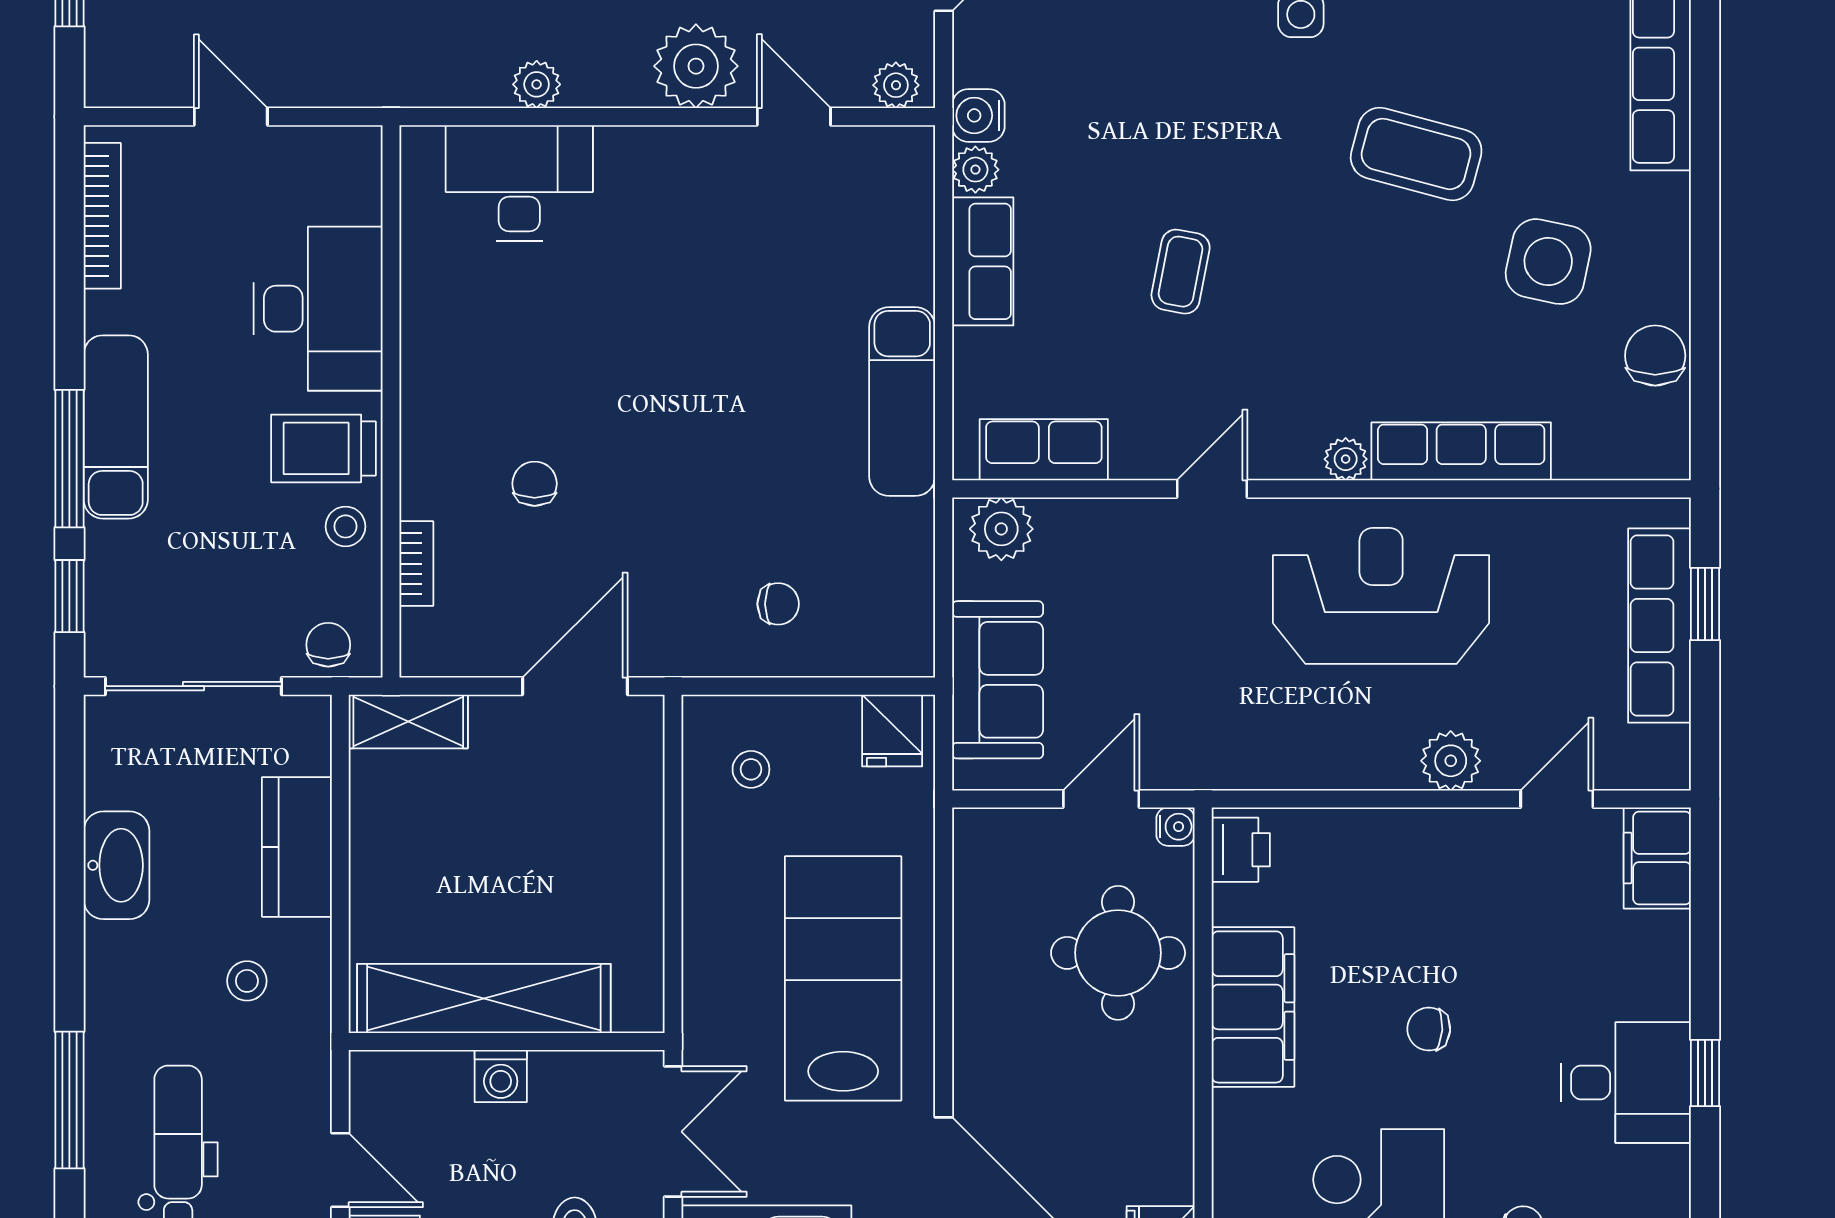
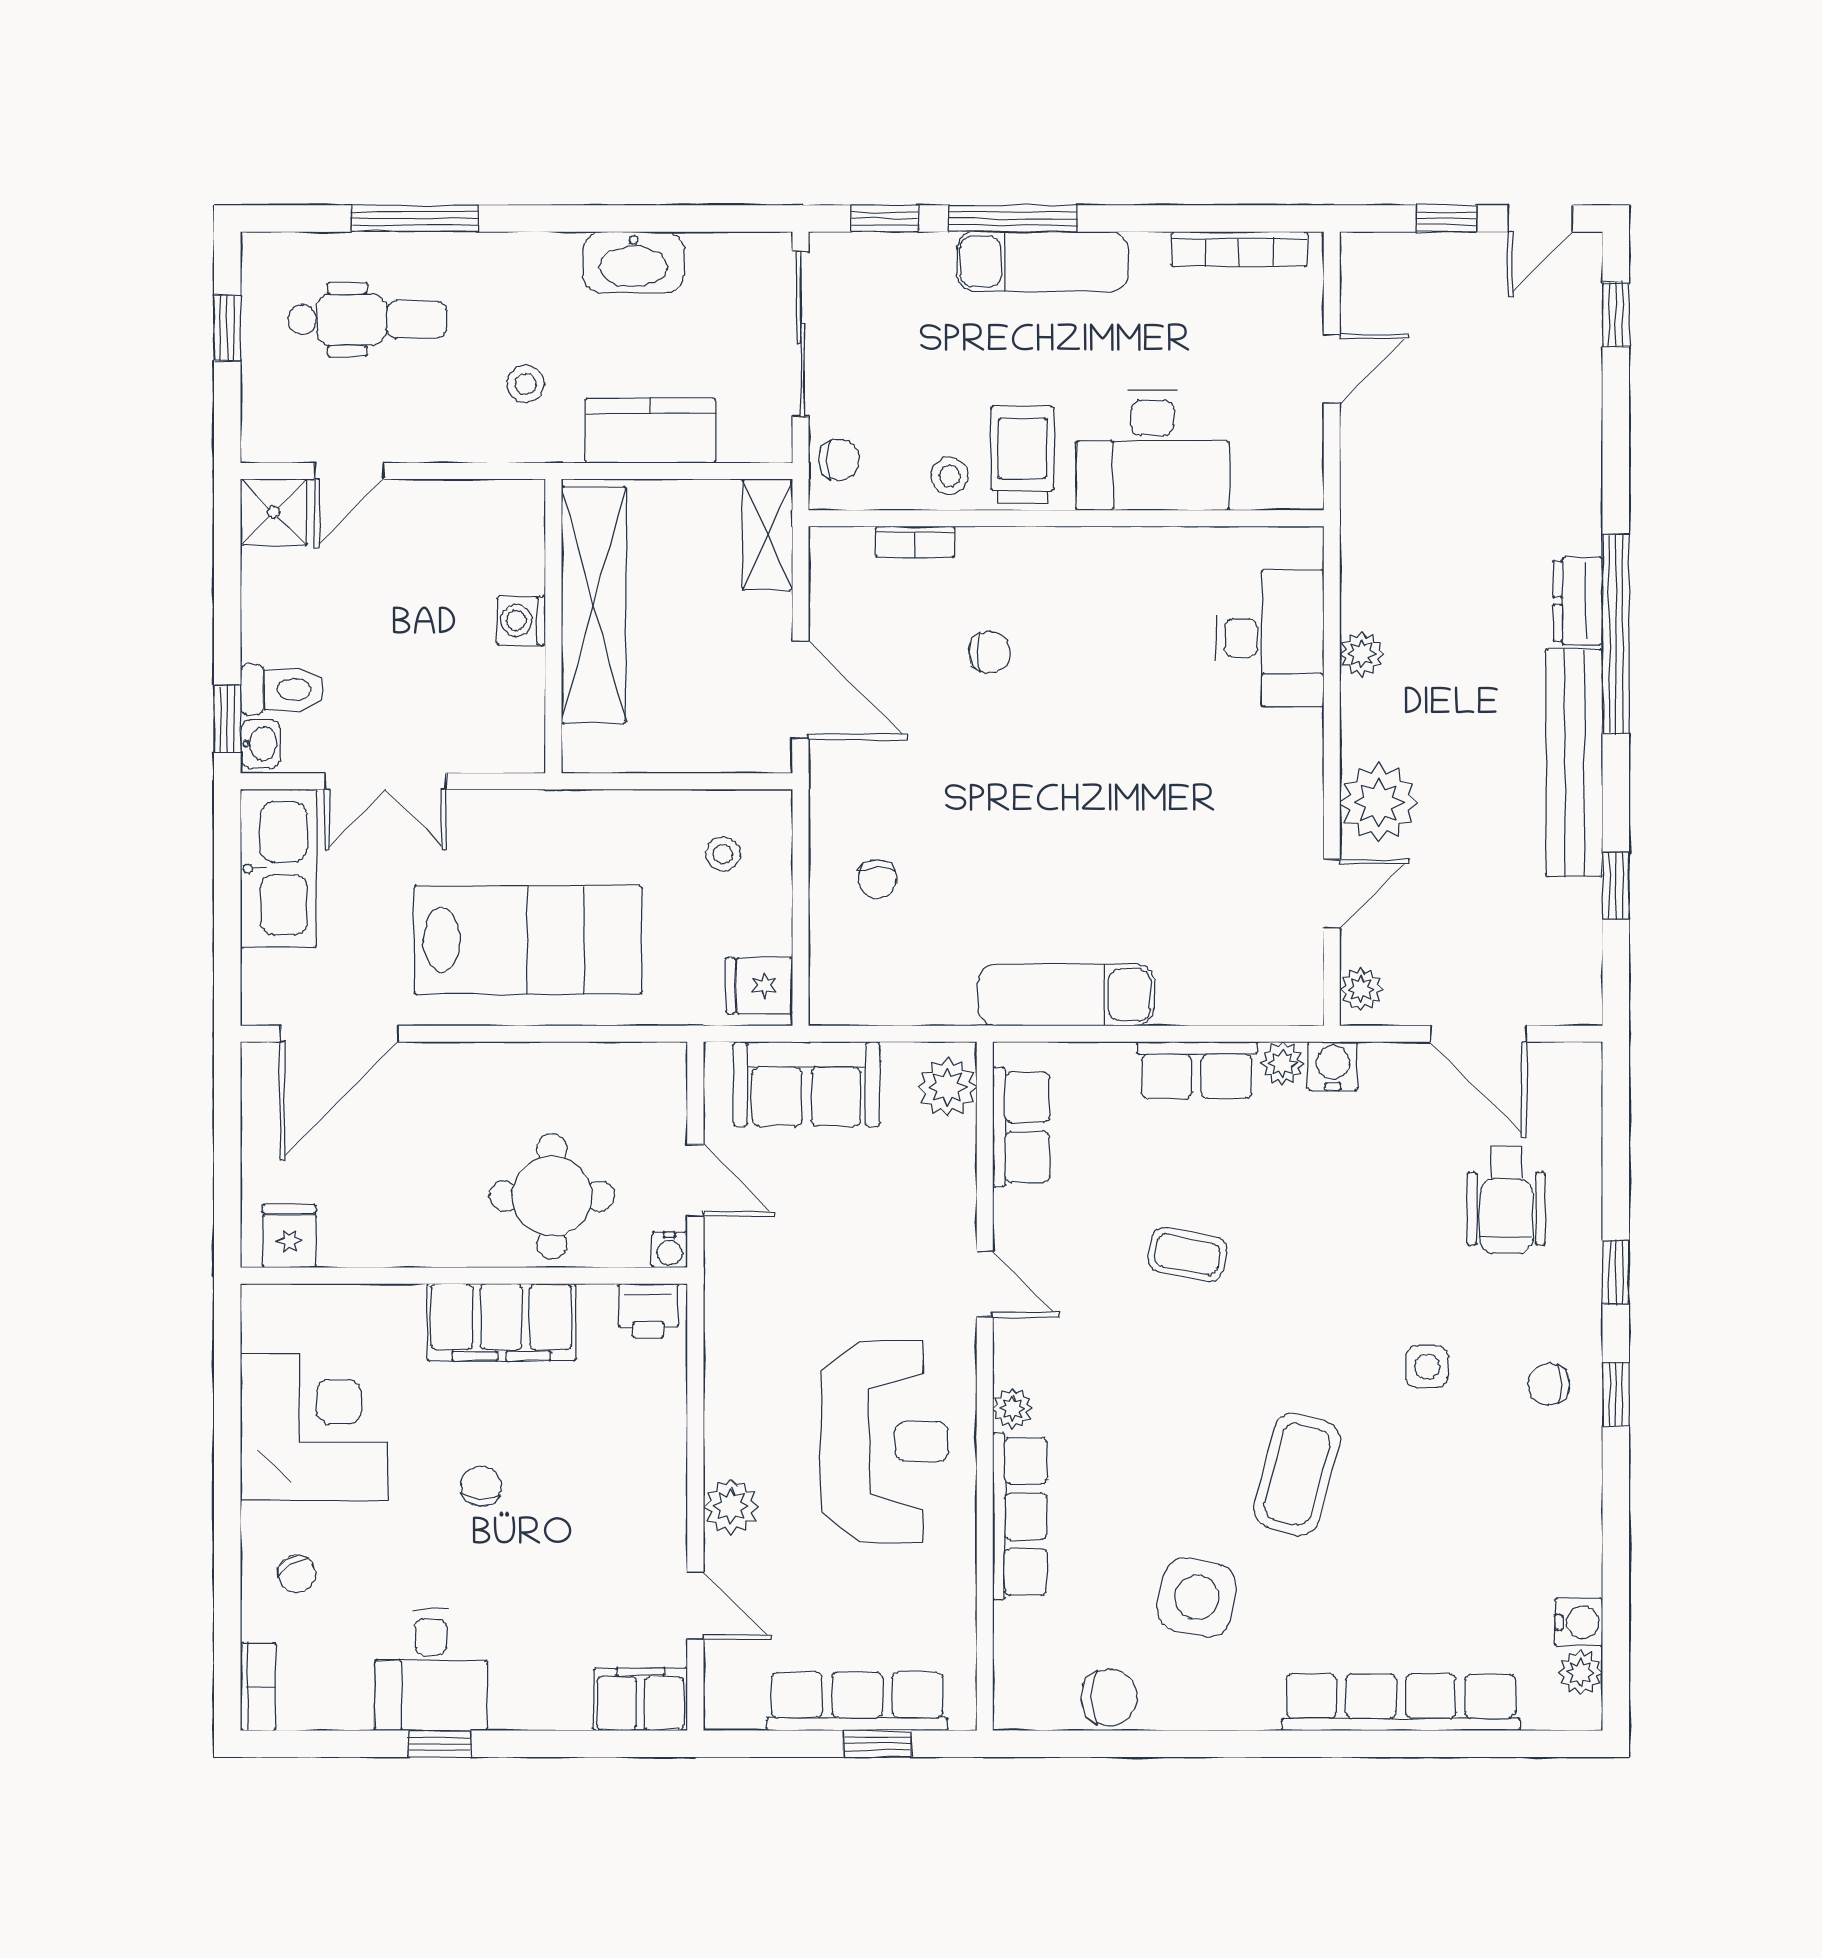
shelving: (484, 998) -> (594, 605), moved
wall: (507, 1042) -> (553, 626), moved
washing machine: (501, 1076) -> (521, 621), moved

